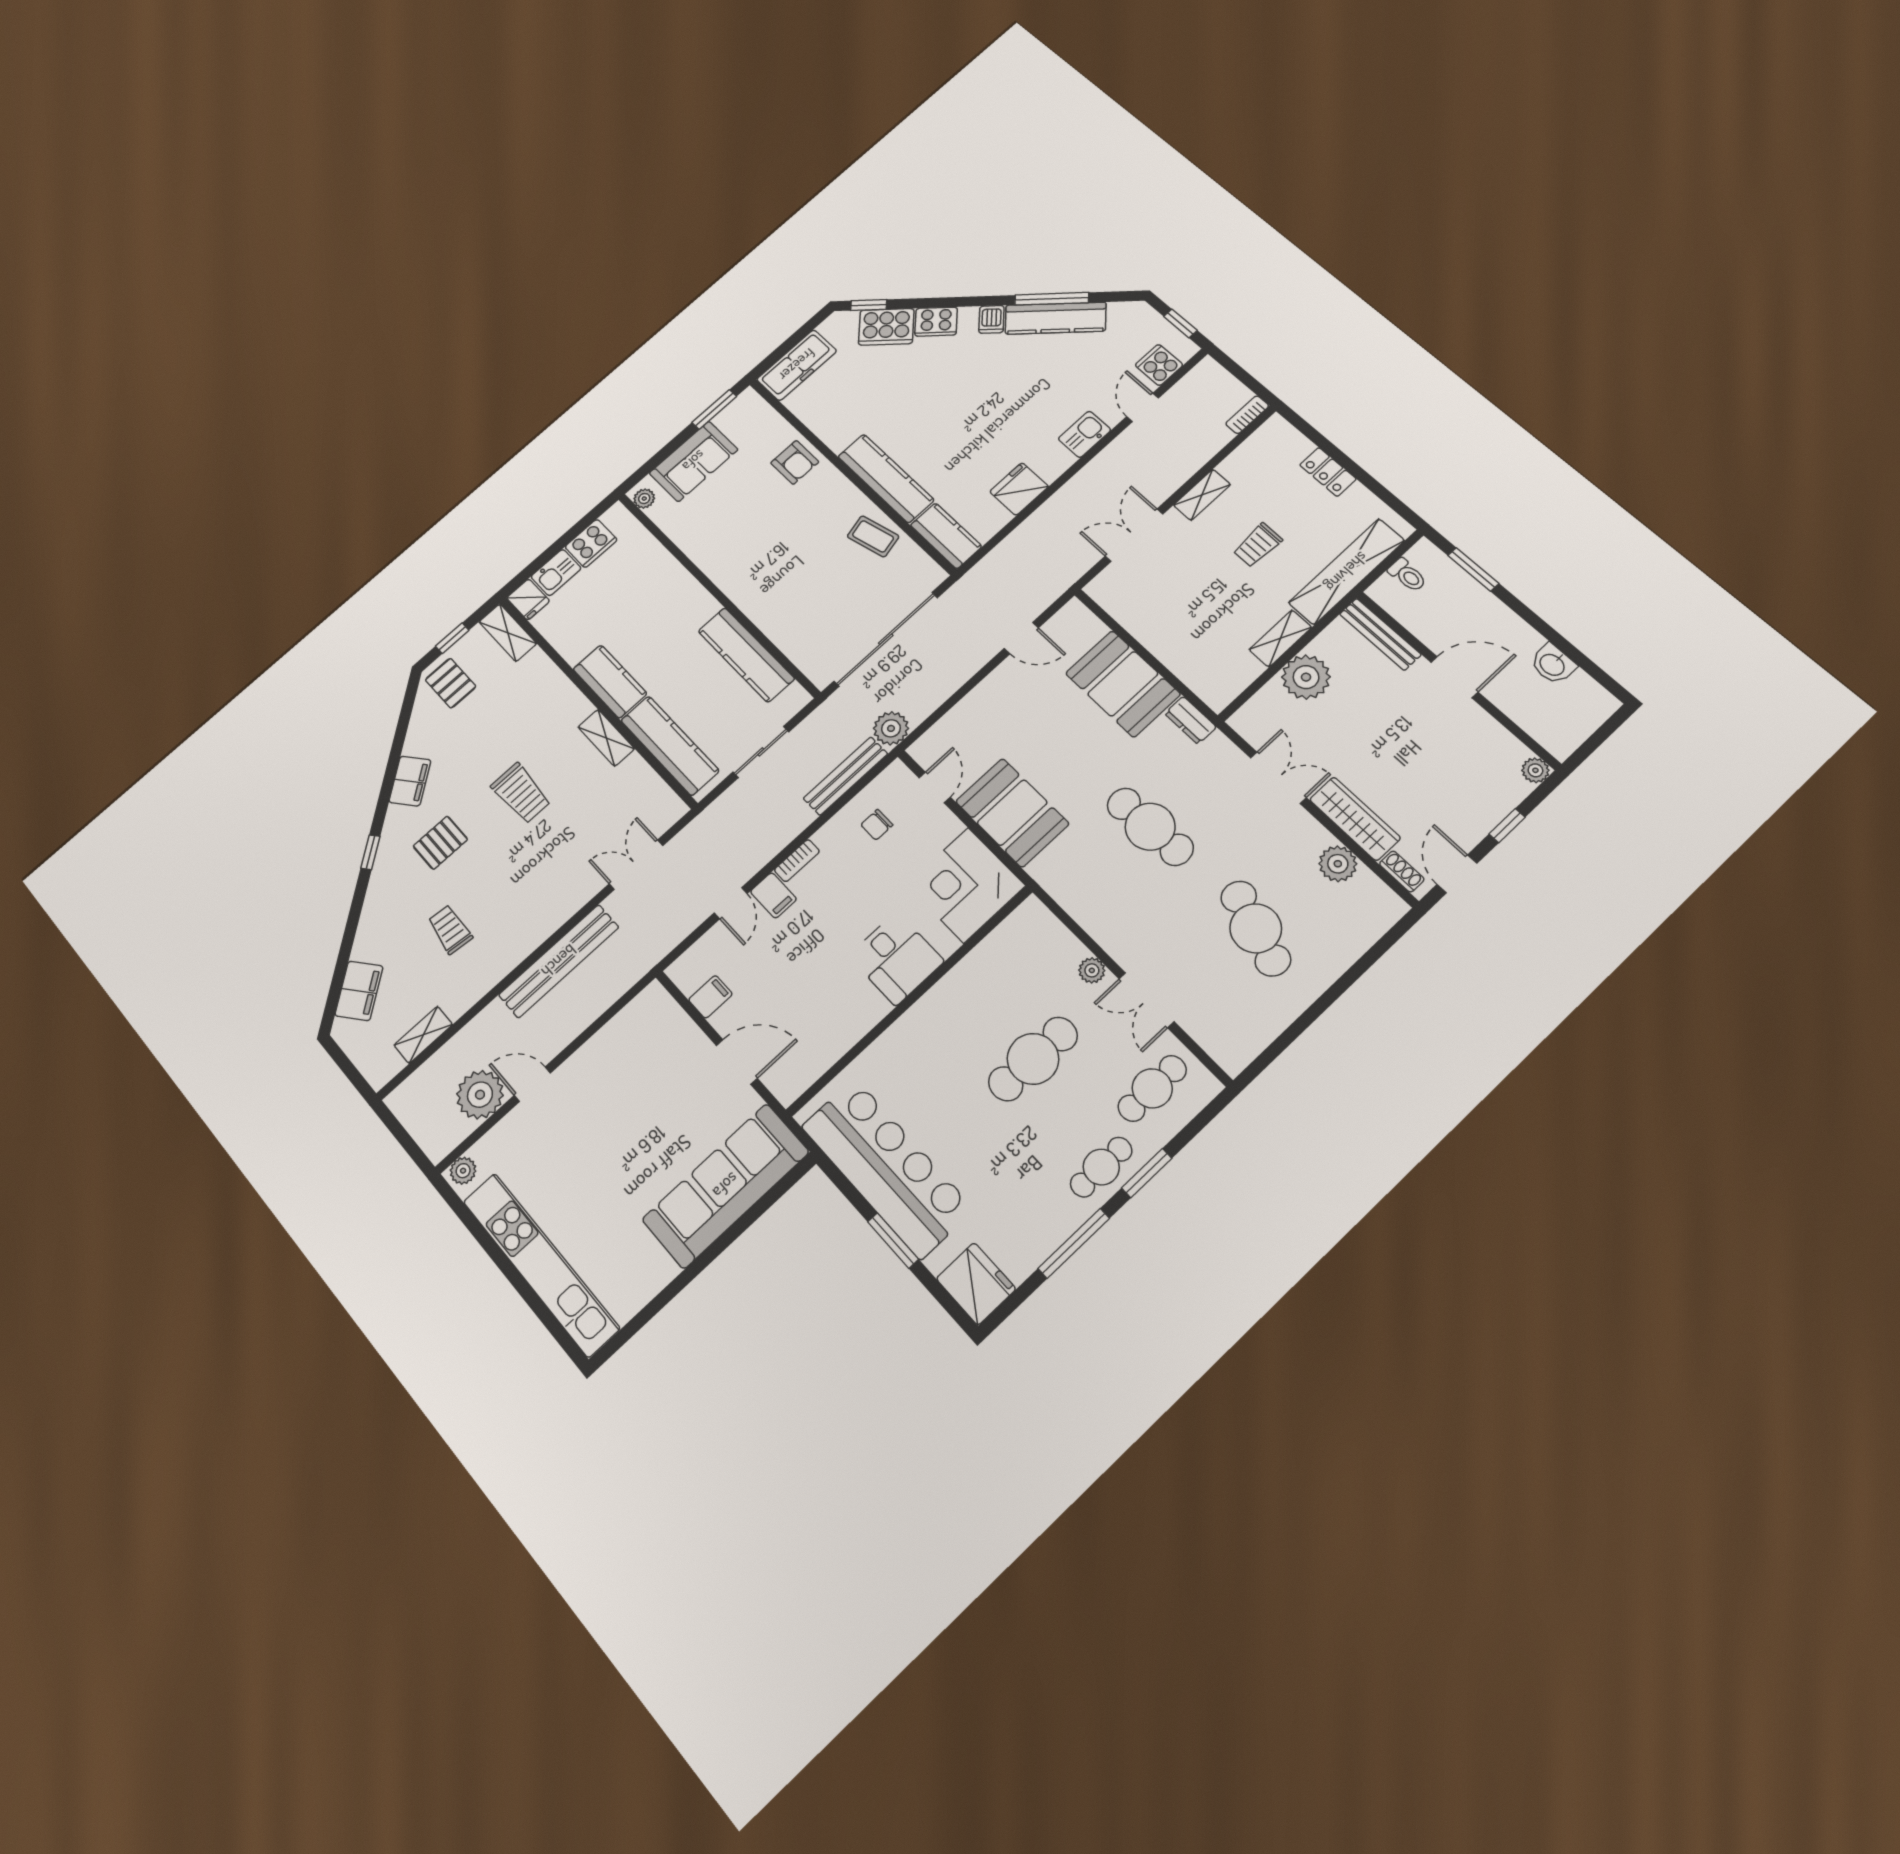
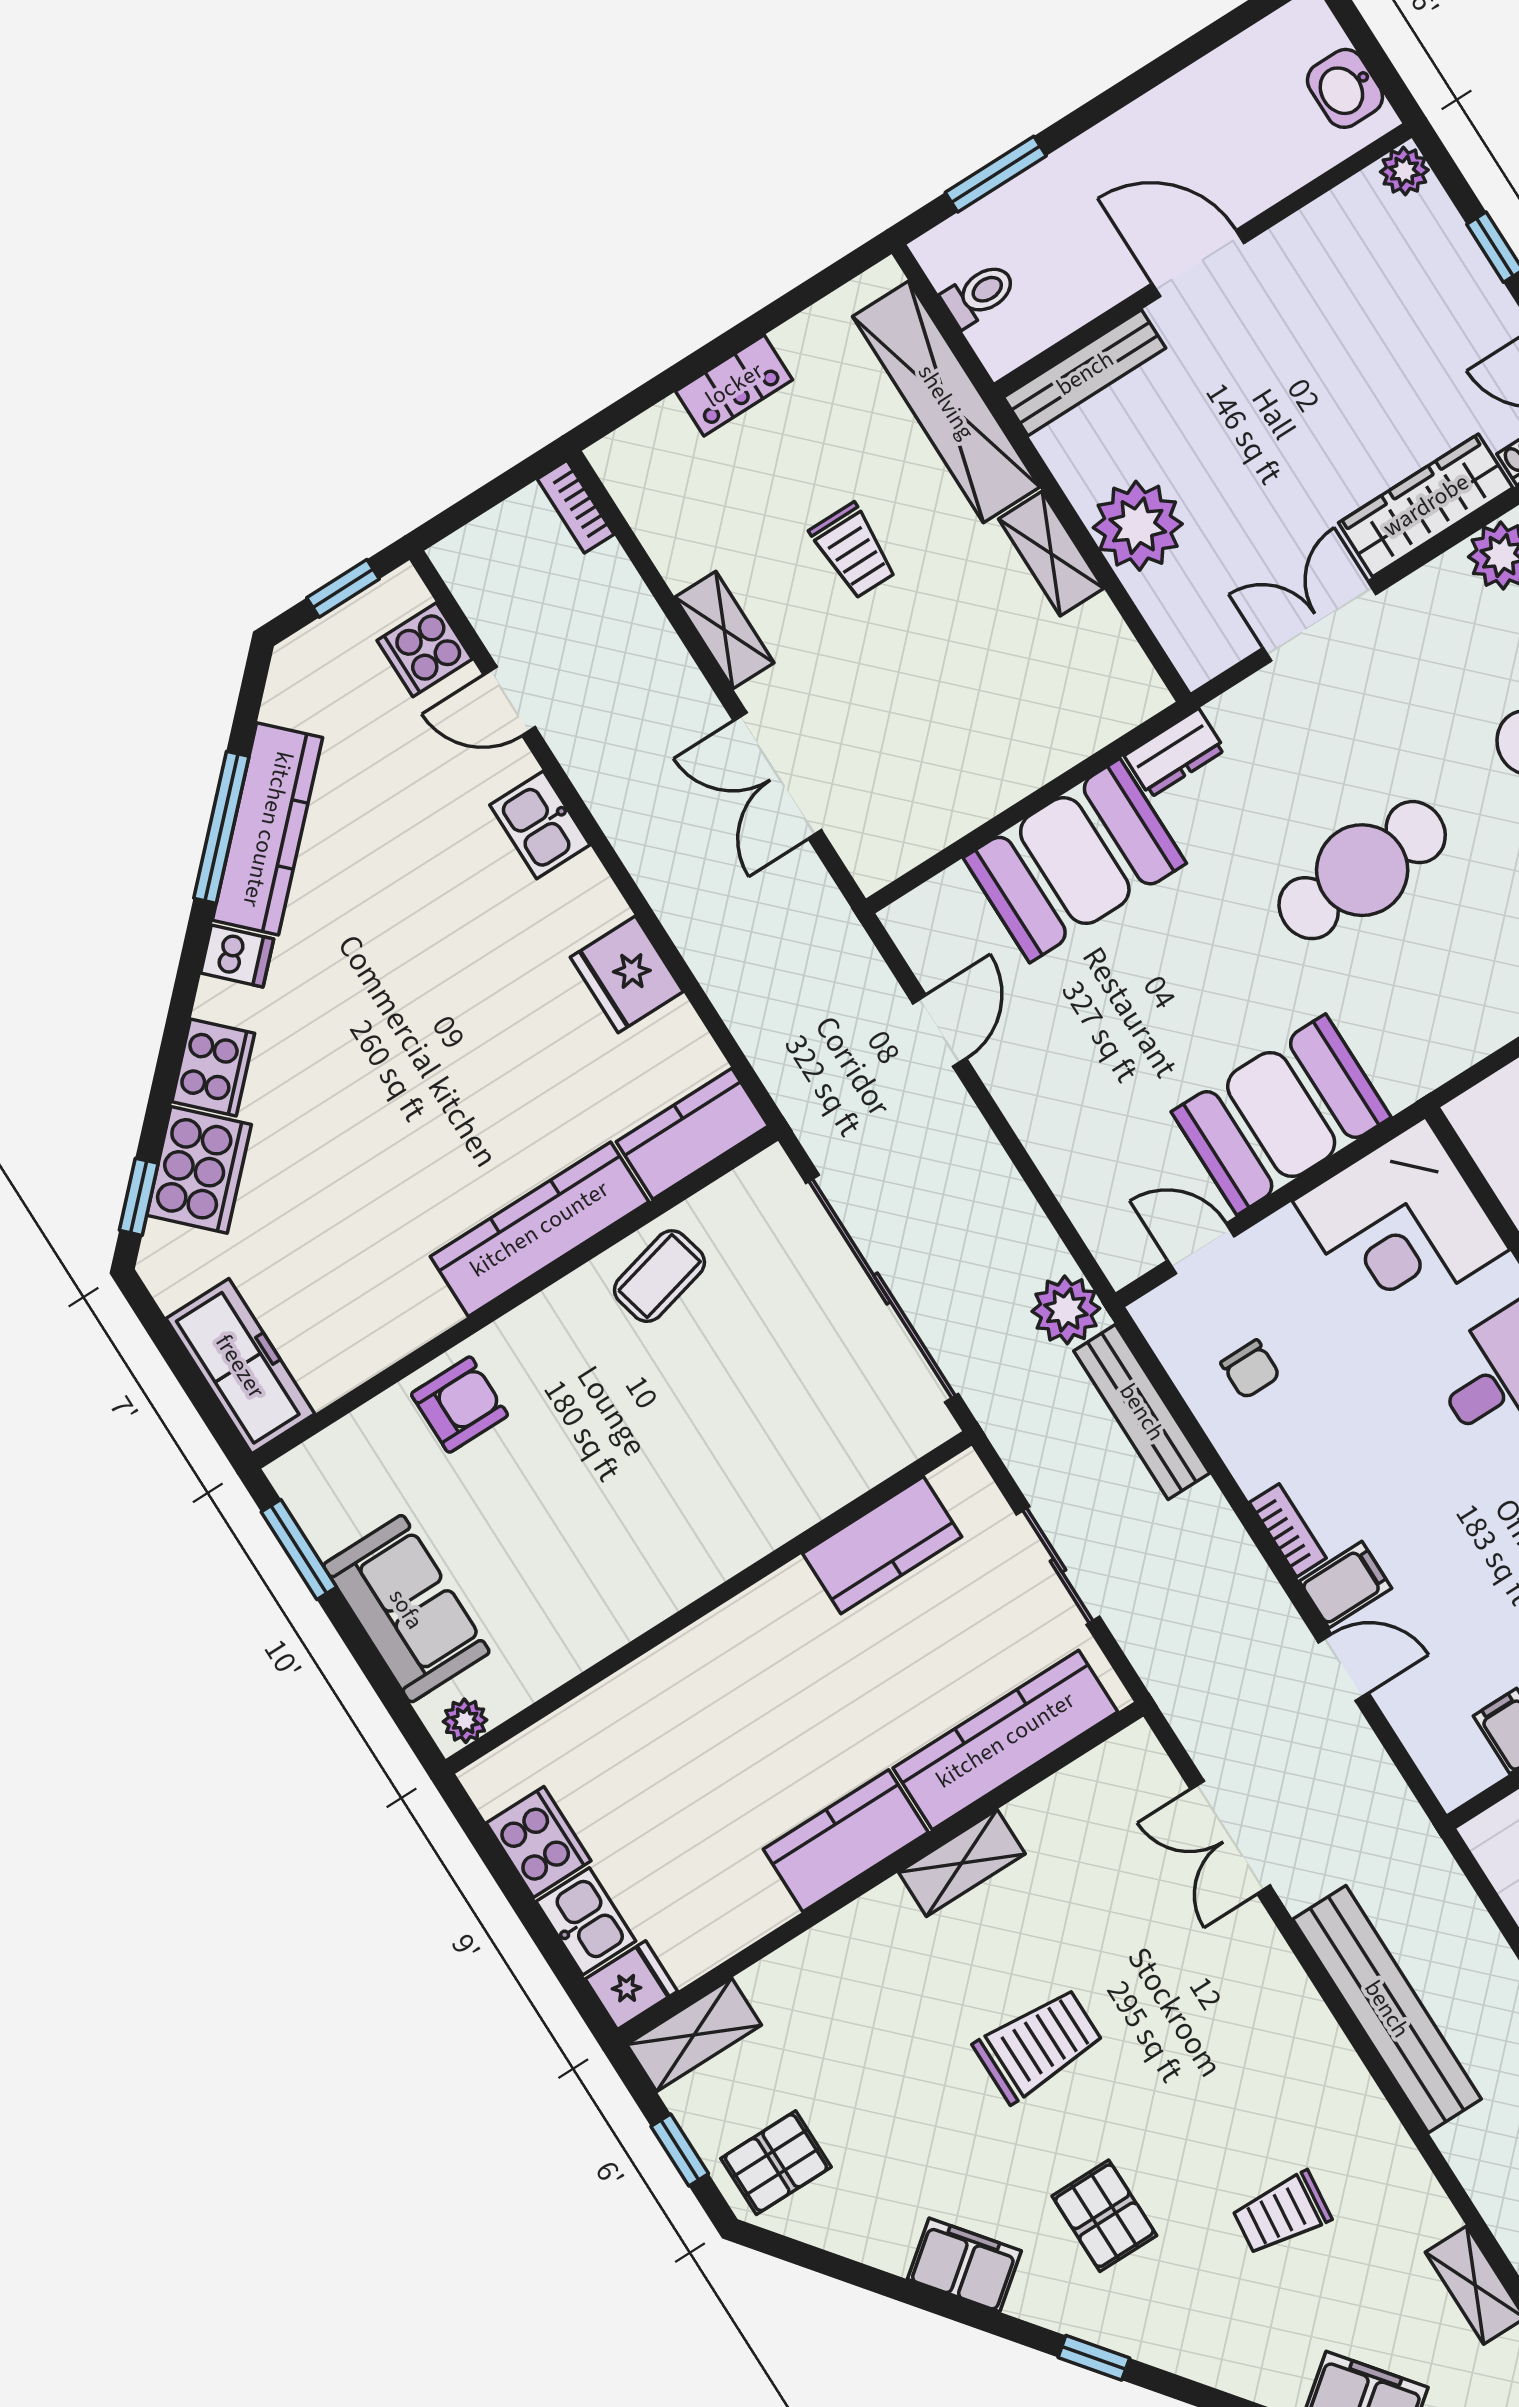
kitchen counter: (746, 655) -> (882, 1545), width x0.67
washbasin: (1553, 664) -> (1345, 88), moved, turned 90
door: (1454, 677) -> (1198, 263), hinge flipped

